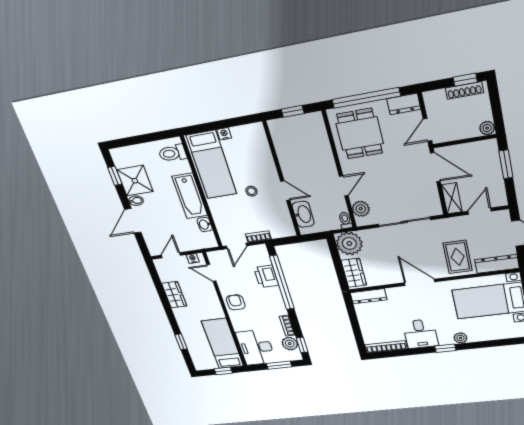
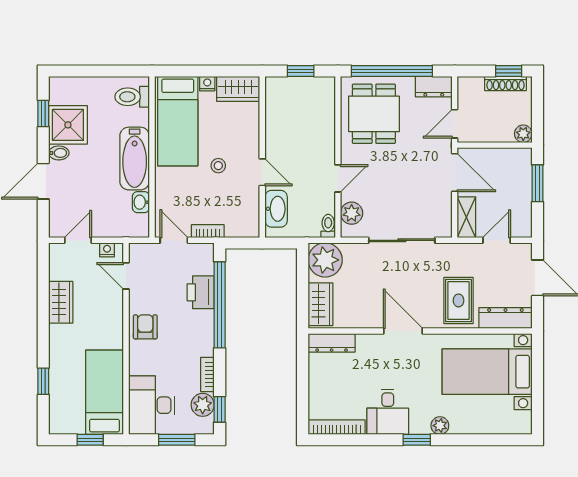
wardrobe: (249, 134) -> (238, 89), added
door: (236, 246) -> (174, 240), swing flipped

